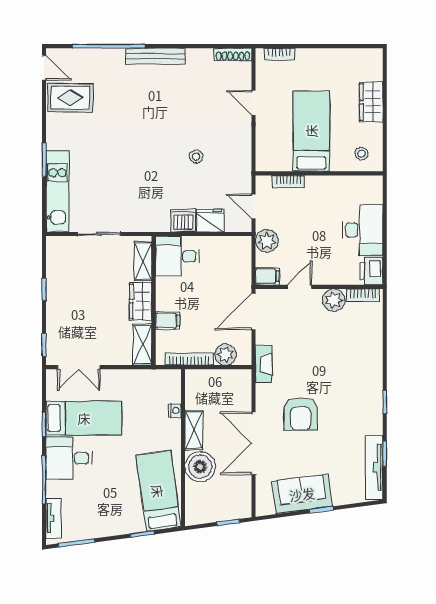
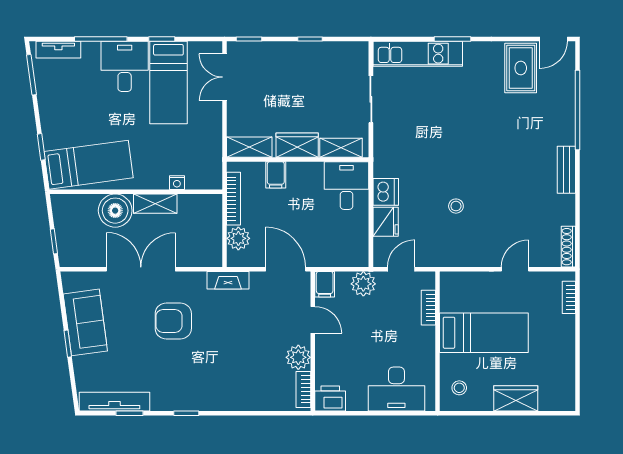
bench: (155, 56) -> (566, 170), width x0.73
desk: (363, 230) -> (396, 389), moved

